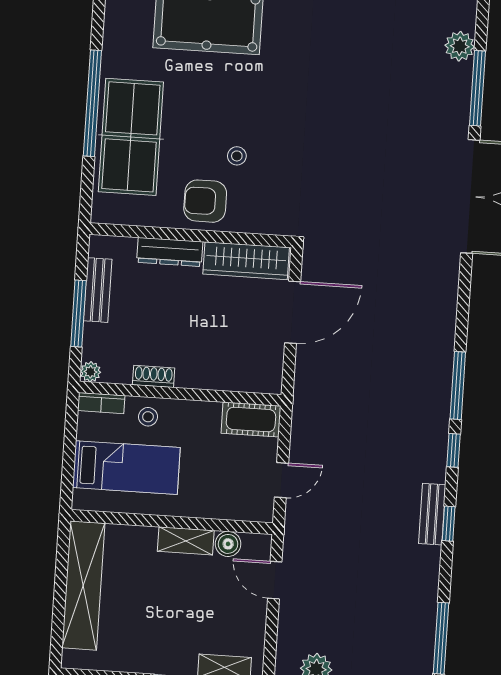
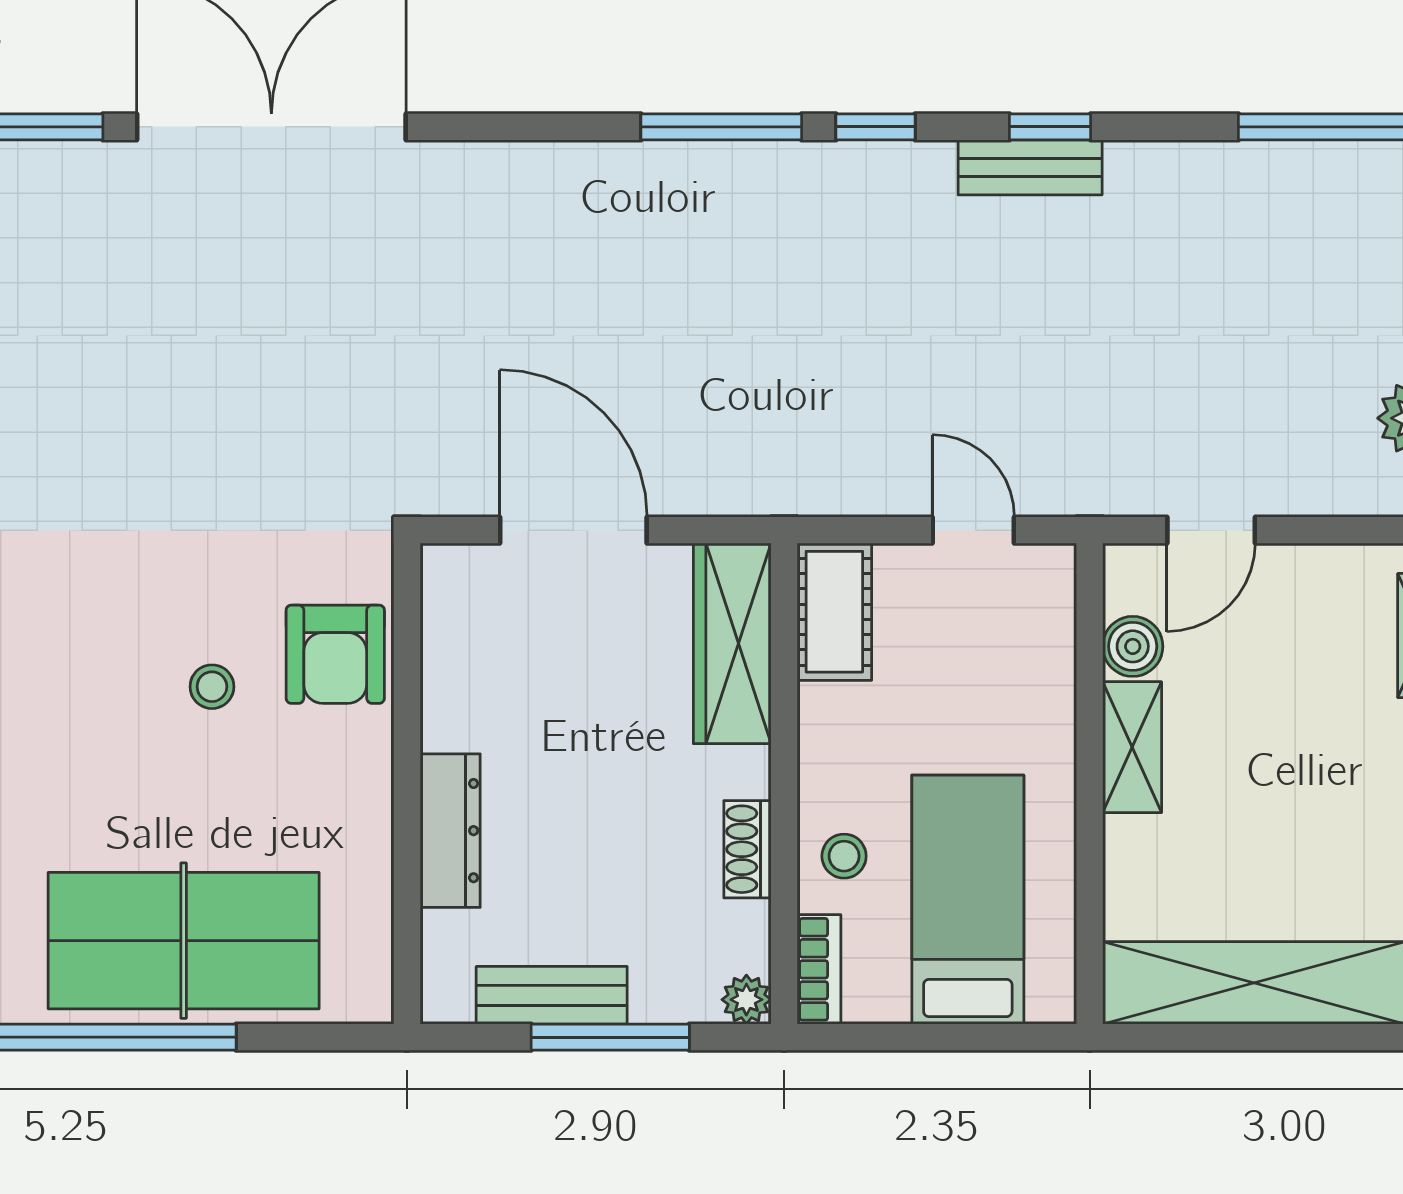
armchair: (205, 201) -> (335, 654), moved
wardrobe: (246, 261) -> (732, 643), moved, turned 180

